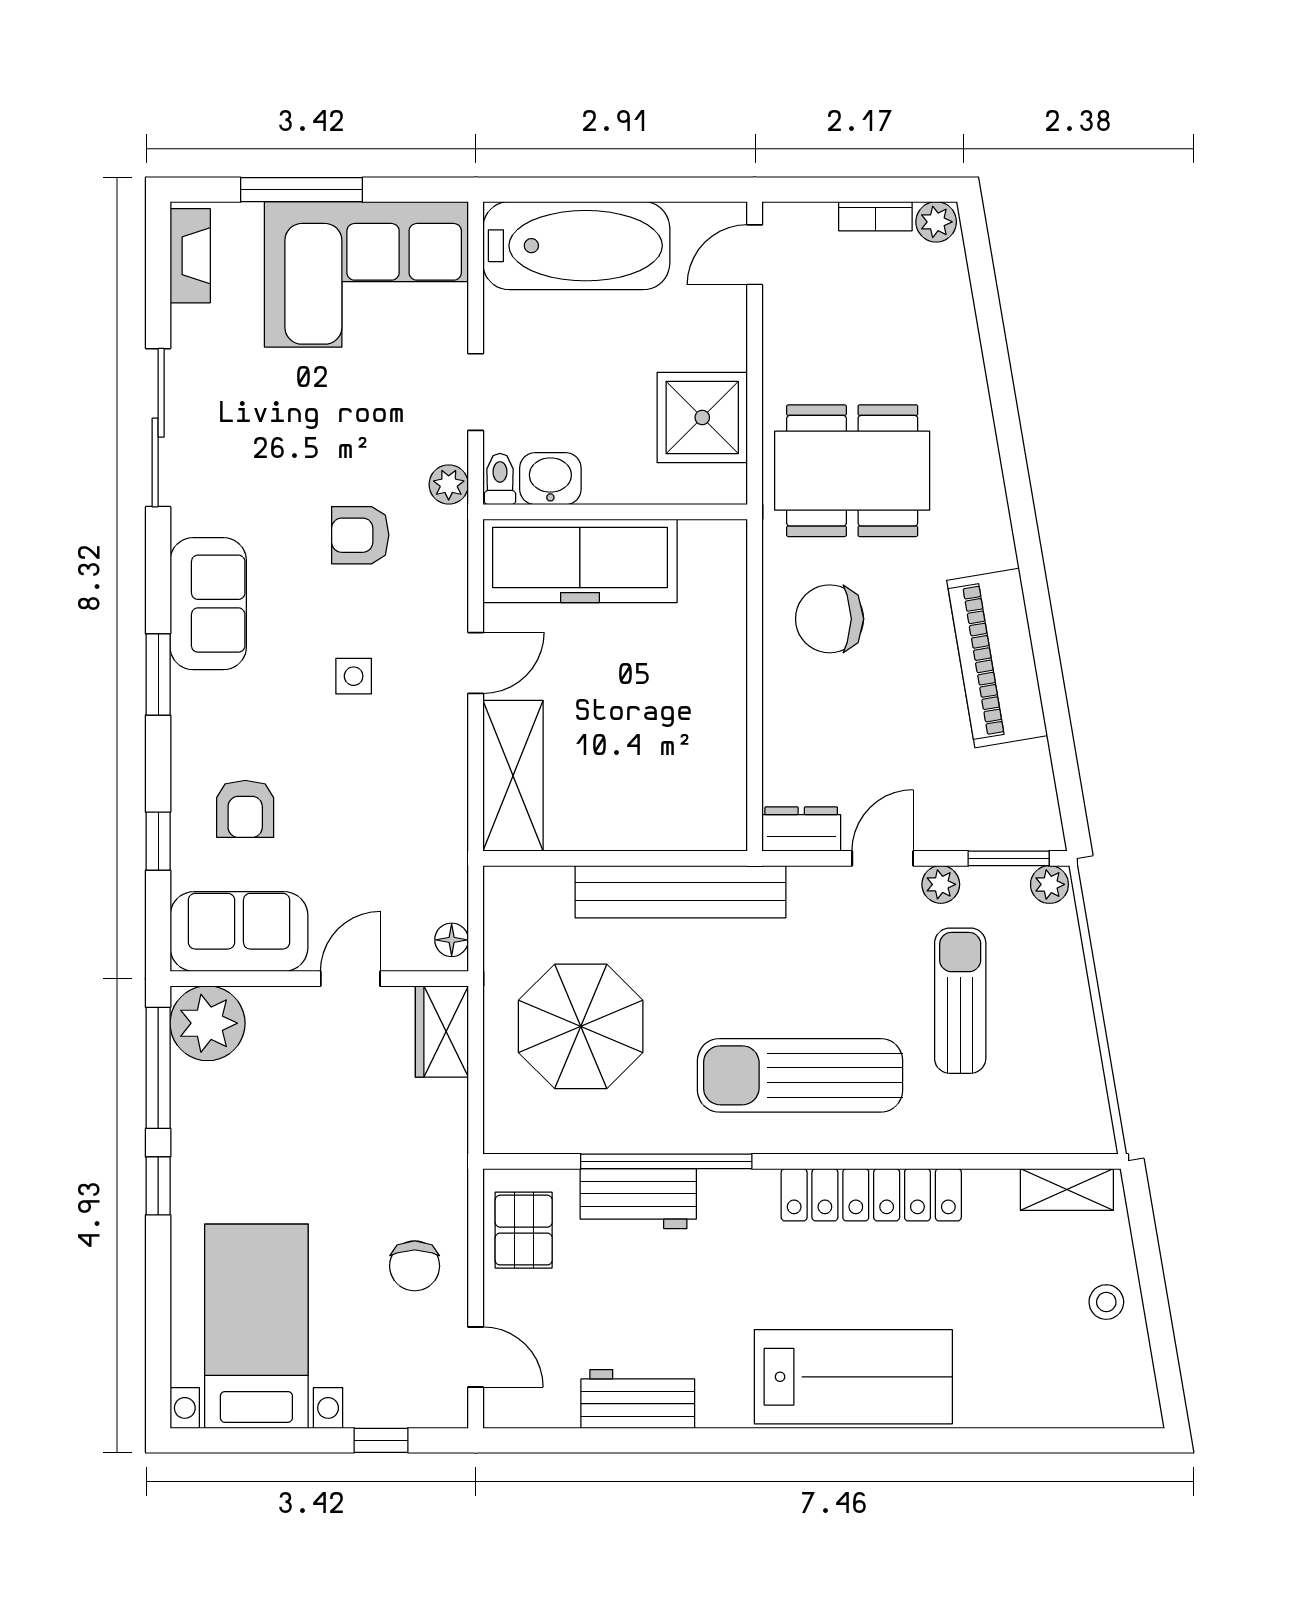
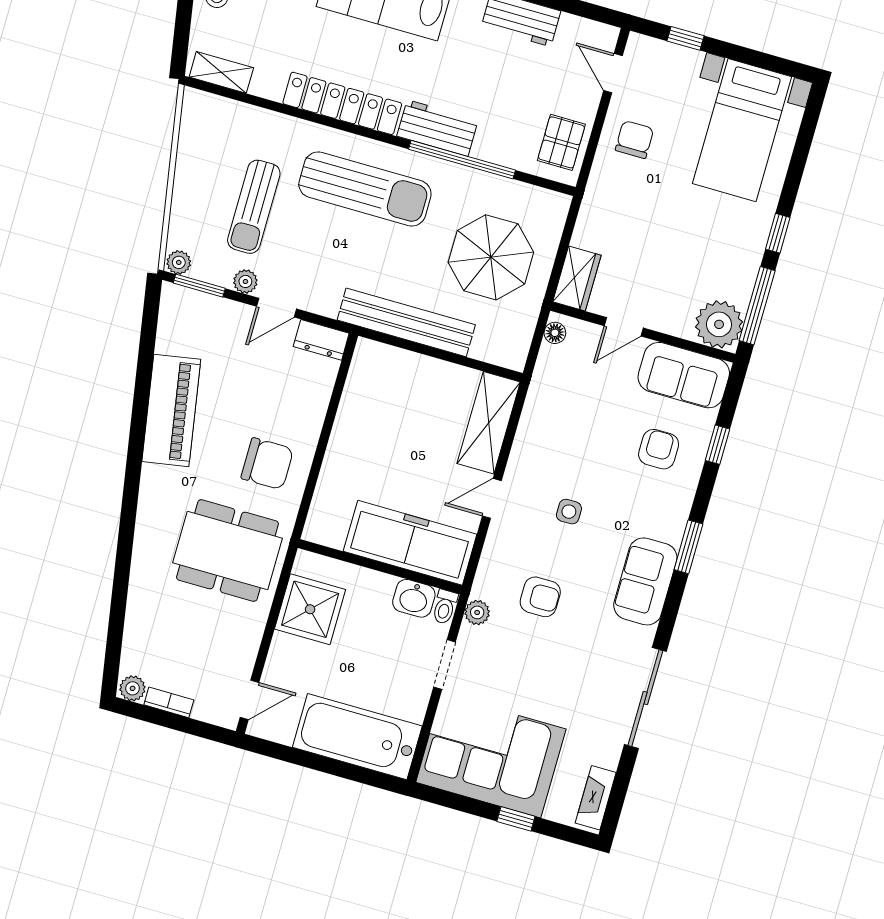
window: (302, 190) -> (516, 819), width x0.46
workbench: (638, 1199) -> (438, 128), moved

